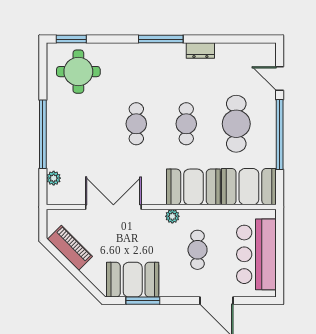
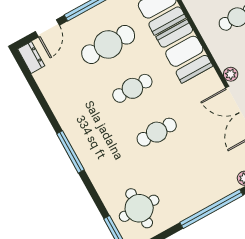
dresser: (200, 50) -> (31, 57), moved
plant: (172, 216) -> (231, 74), moved

